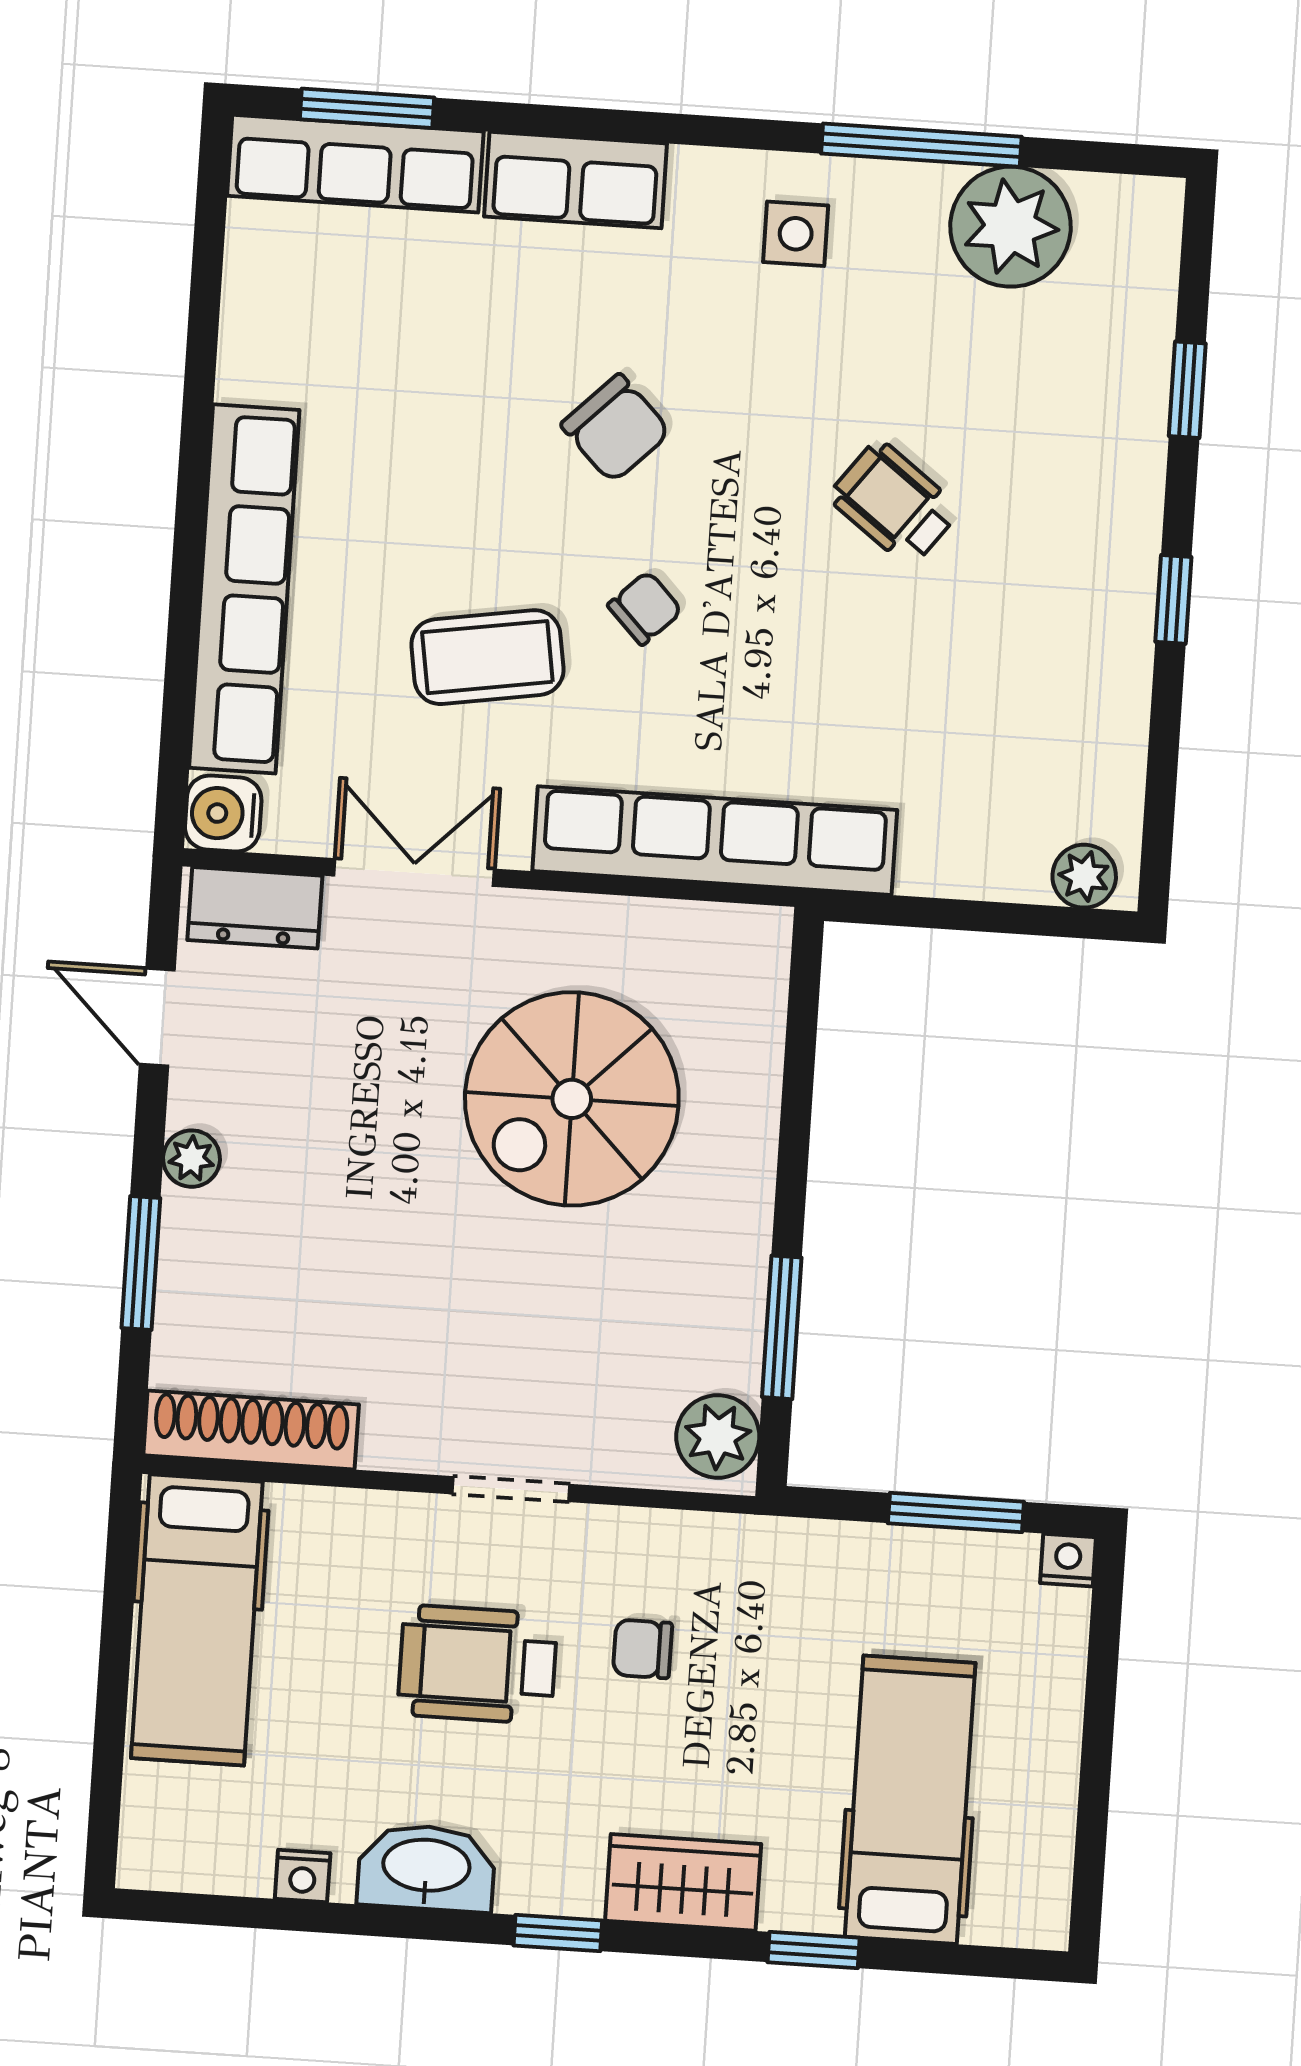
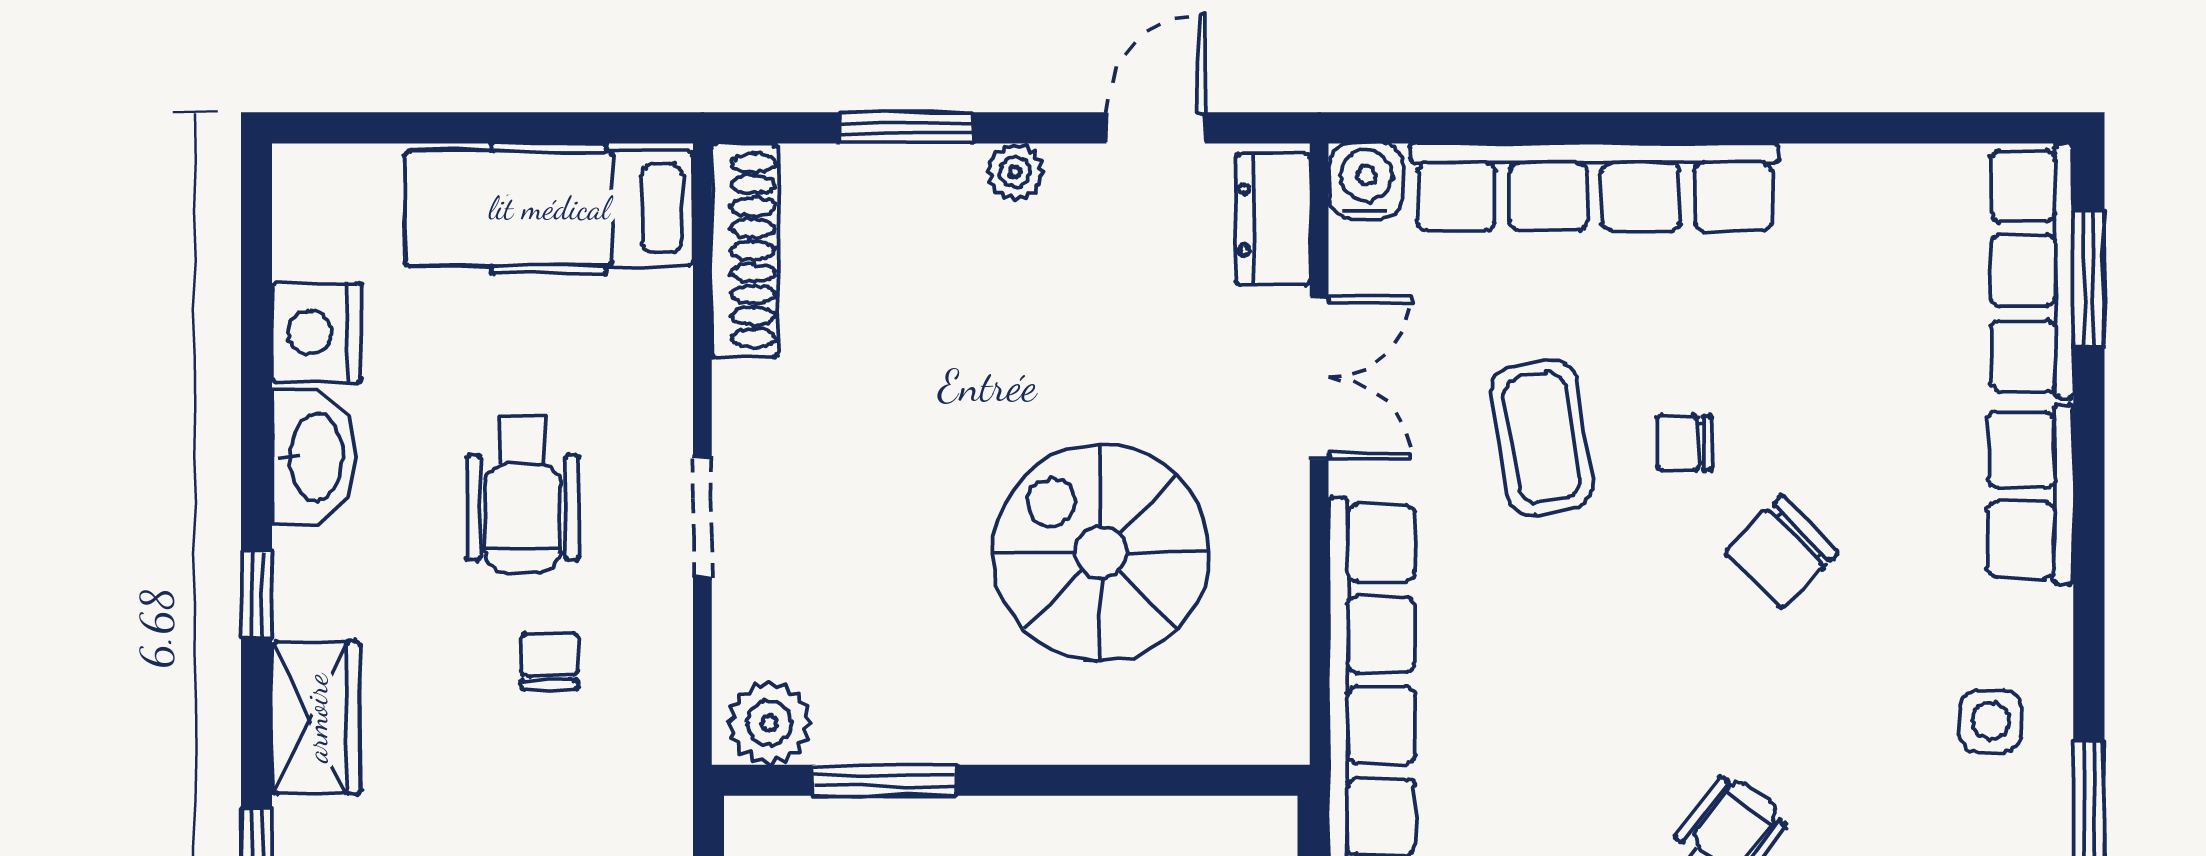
chair: (645, 608) -> (1684, 443), moved, turned 134
wheelchair: (477, 1664) -> (523, 495), turned 180
nightstand: (303, 1876) -> (317, 332), width x1.89, depth x1.79

